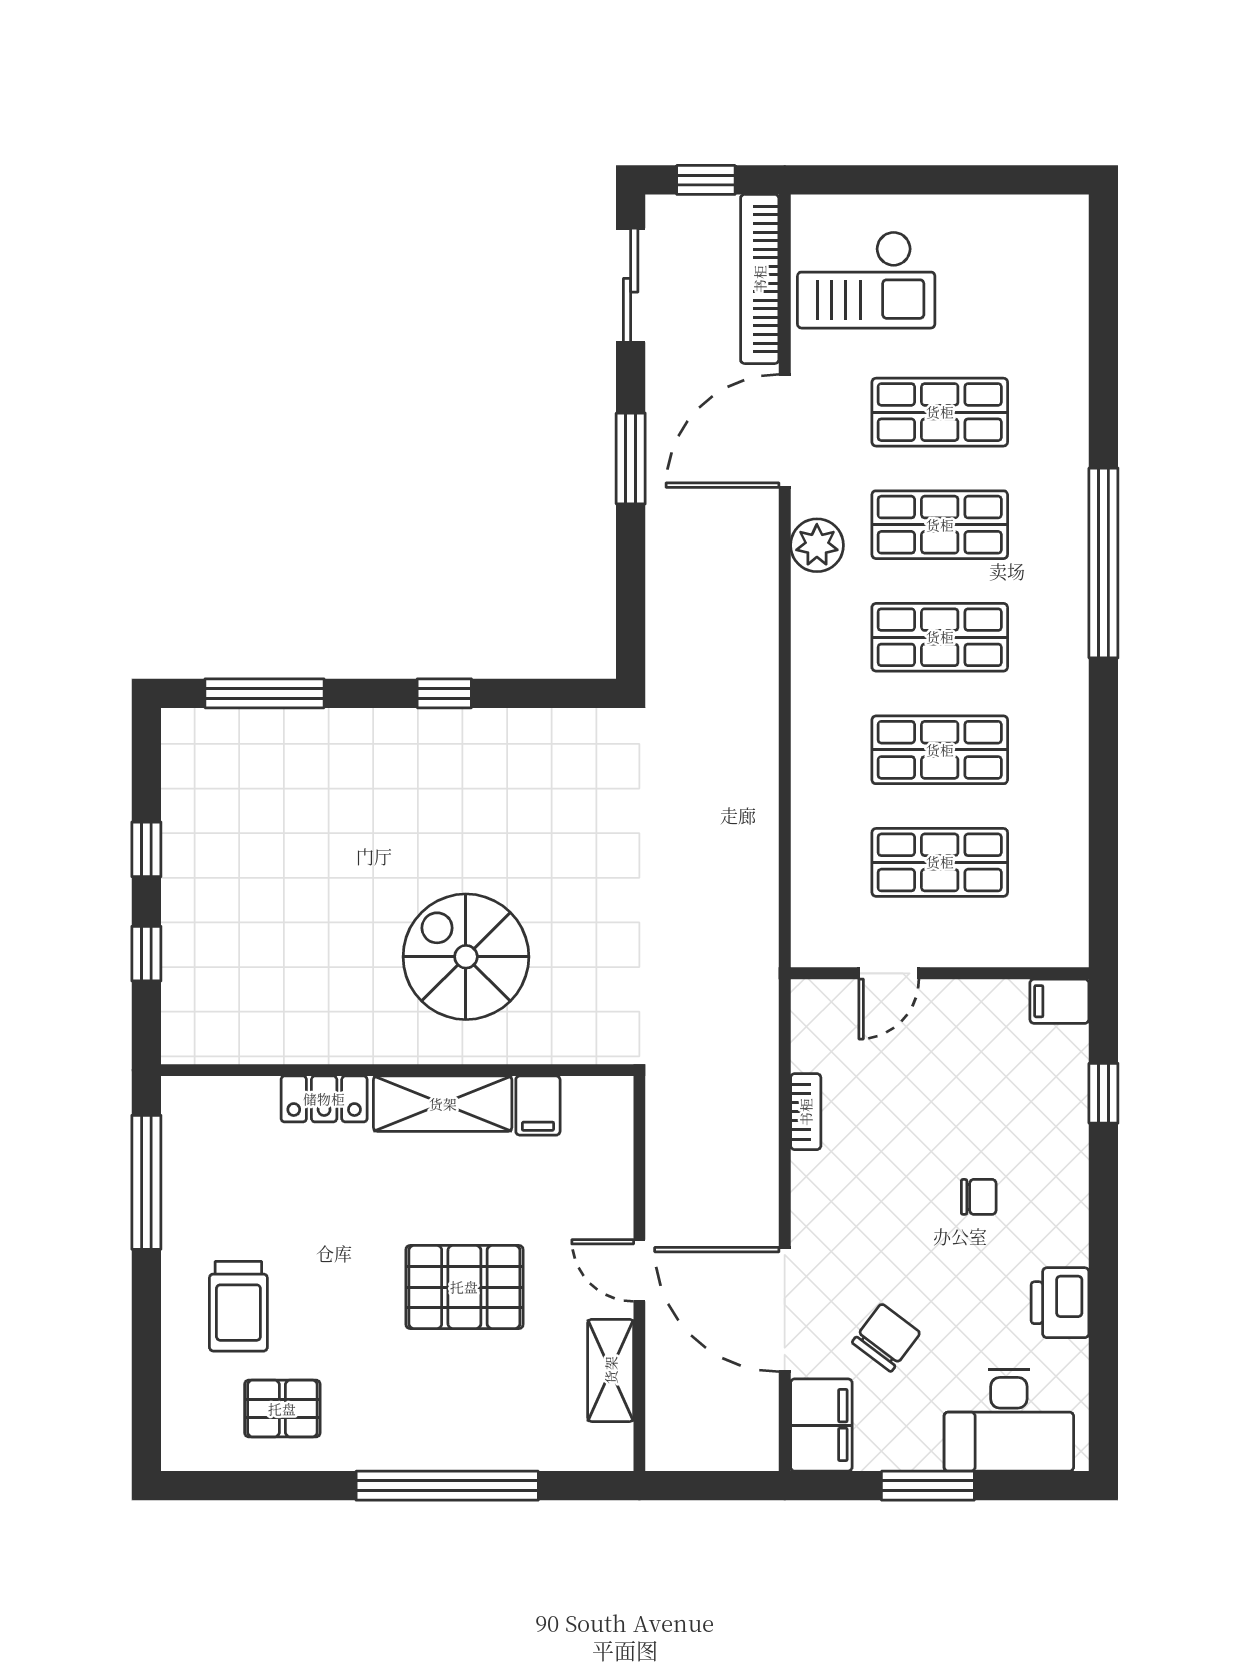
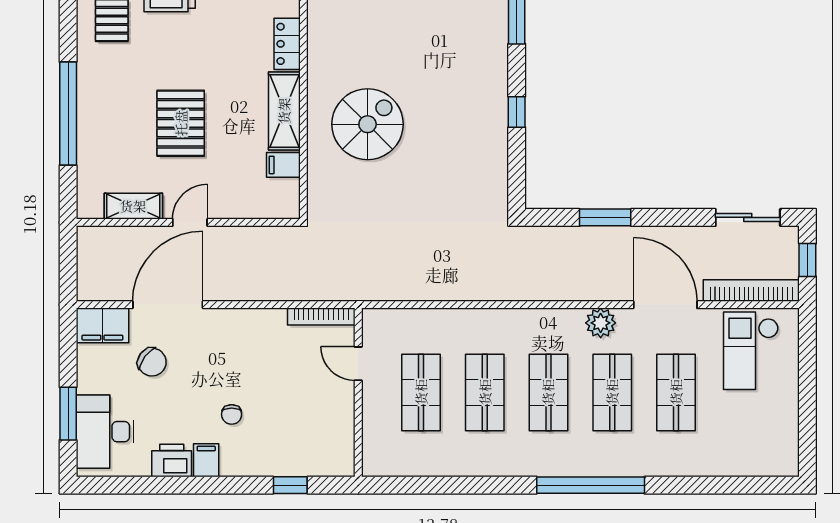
window: (631, 459) -> (605, 217), moved
filing cabinet: (1059, 1001) -> (206, 460), moved
bookcase: (806, 1112) -> (321, 317), moved, width x1.56
window: (928, 1486) -> (68, 414), moved

